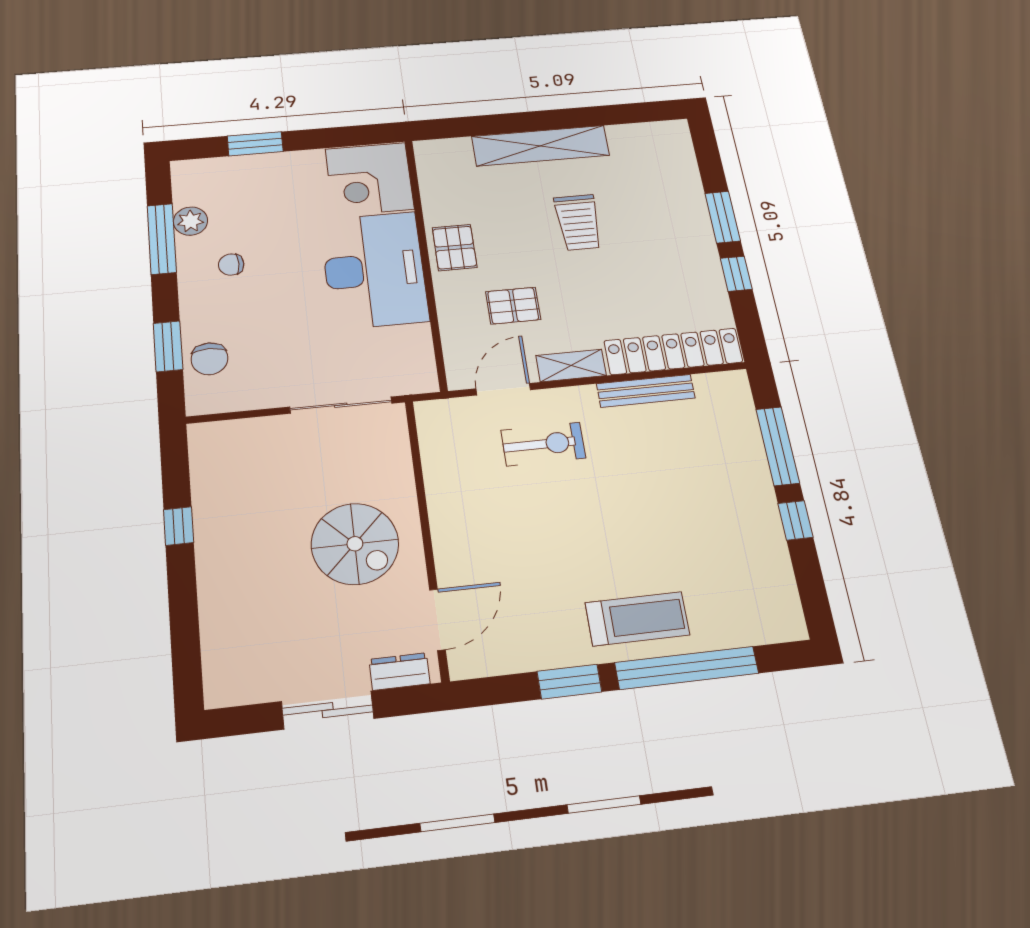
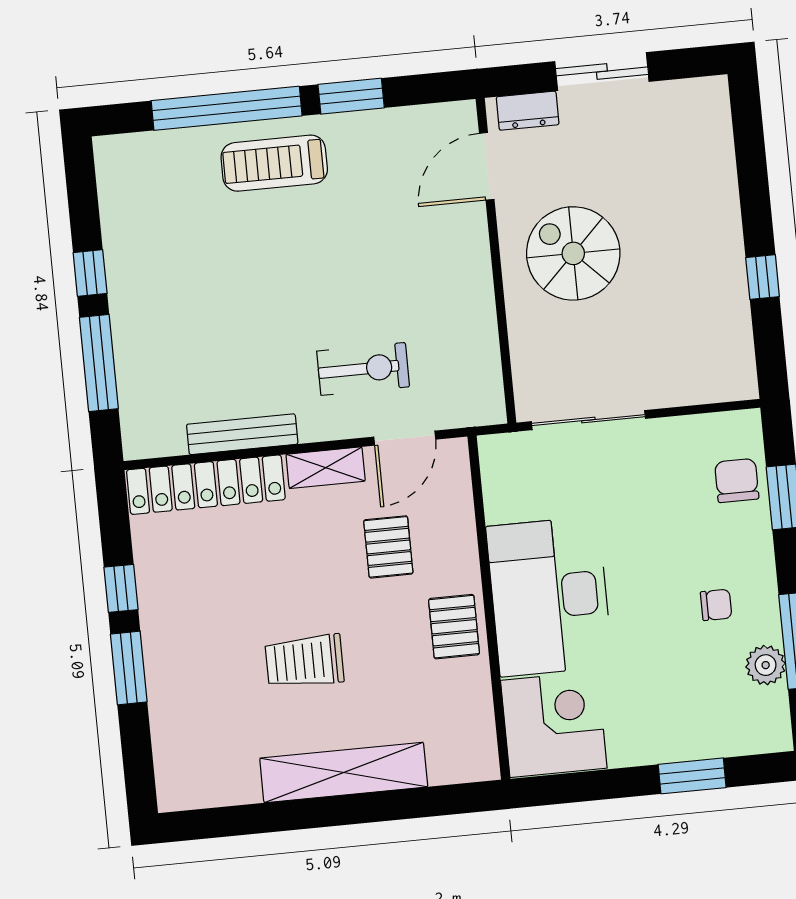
trolley: (578, 222) -> (305, 661), turned -90
pallet: (513, 306) -> (388, 547), turned 90
exercise bike: (543, 444) -> (363, 369), turned 180

